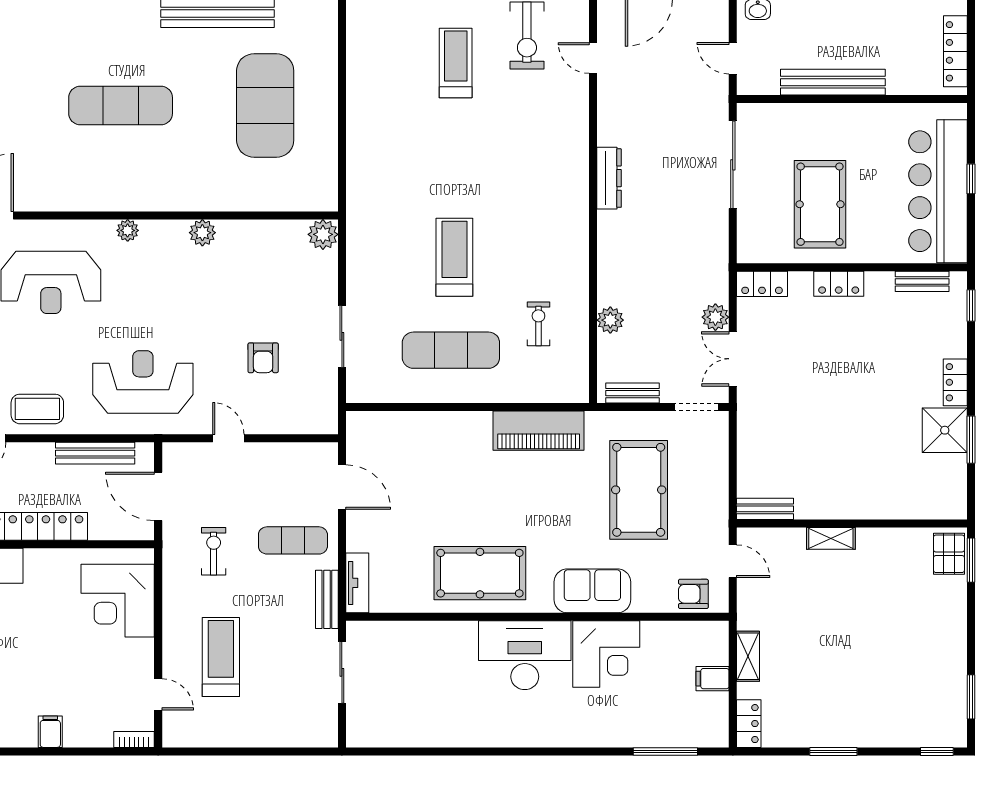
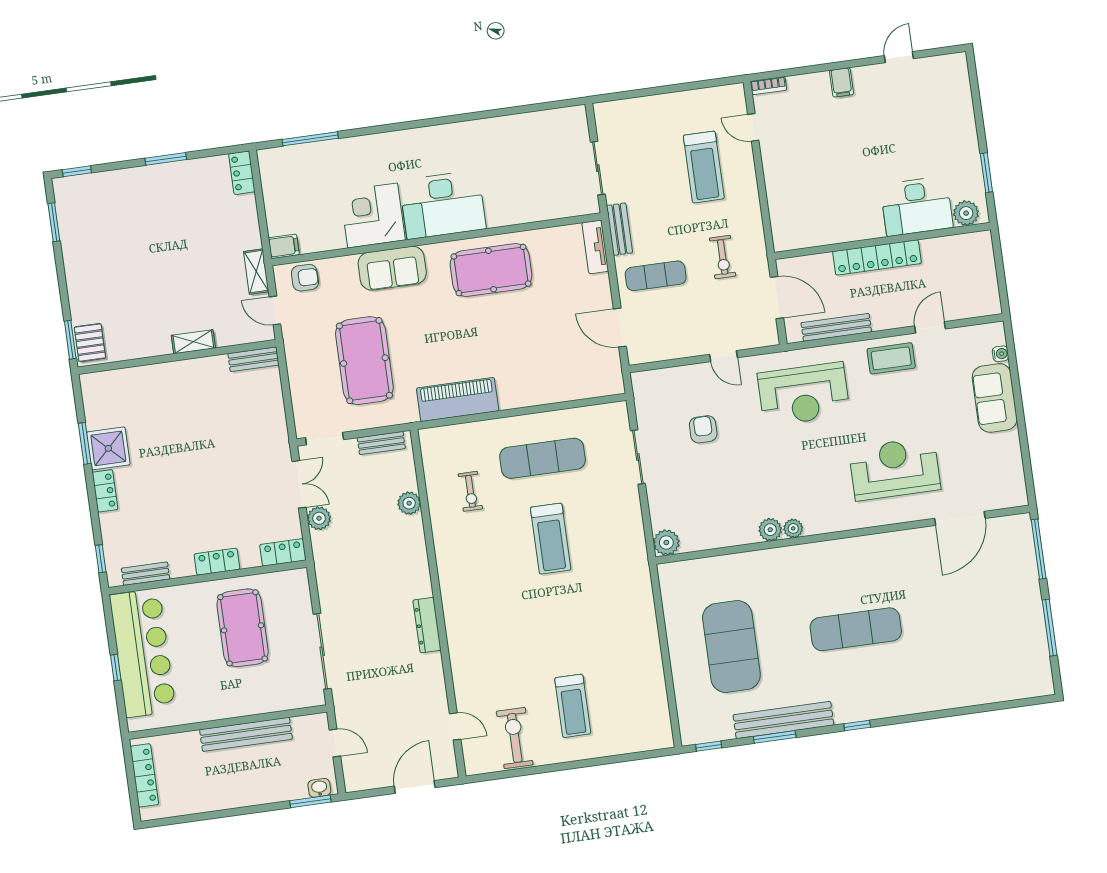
plant: (128, 230) -> (793, 528), moved
corner desk: (118, 601) -> (799, 203), removed
shelving: (748, 656) -> (256, 272), moved
filing cabinet: (713, 679) -> (284, 246), moved

